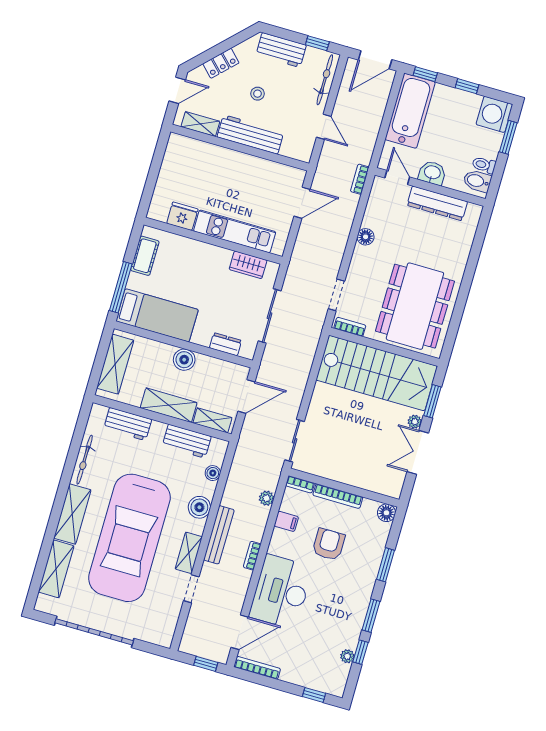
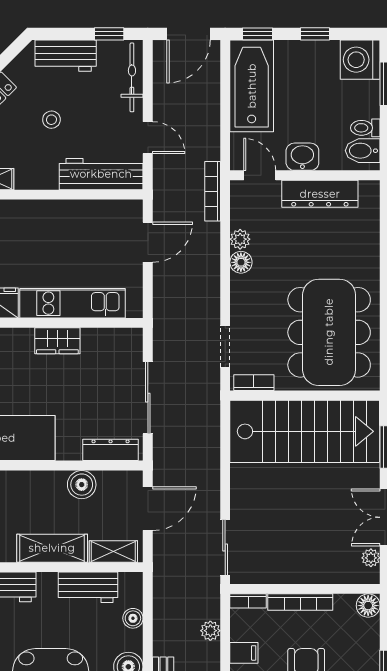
workbench: (250, 134) -> (101, 174), moved
bookcase: (360, 179) -> (213, 191), width x1.56
plant: (370, 220) -> (240, 239), added
wardrobe: (248, 265) -> (57, 341), moved
dresser: (225, 344) -> (111, 450), width x1.44
boiler: (184, 360) -> (82, 485), moved
plant: (415, 422) -> (371, 558), moved

